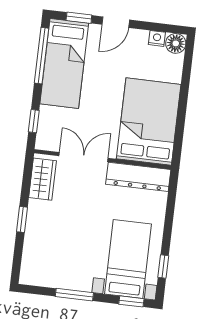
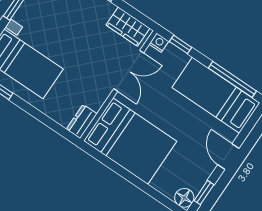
window: (79, 18) -> (204, 193), moved
nightstand: (157, 38) -> (159, 43), moved, turned -90
dresser: (138, 177) -> (82, 121), width x0.51, depth x0.80

